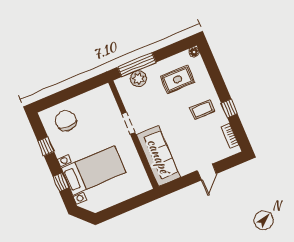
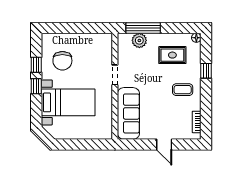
window: (229, 108) -> (206, 71), moved
chair: (66, 121) -> (62, 61), moved, turned 180
door: (207, 172) -> (164, 145), hinge flipped
window: (61, 182) -> (36, 86), moved

